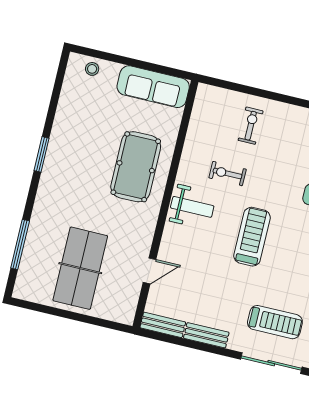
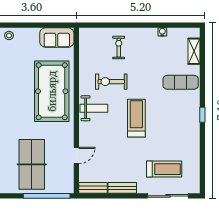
sofa: (153, 87) -> (57, 38), width x0.73
pool table: (136, 167) -> (52, 91), width x1.36, depth x1.32
exercise bike: (227, 174) -> (111, 82), width x1.38, depth x1.39
window: (91, 320) -> (47, 196), added

